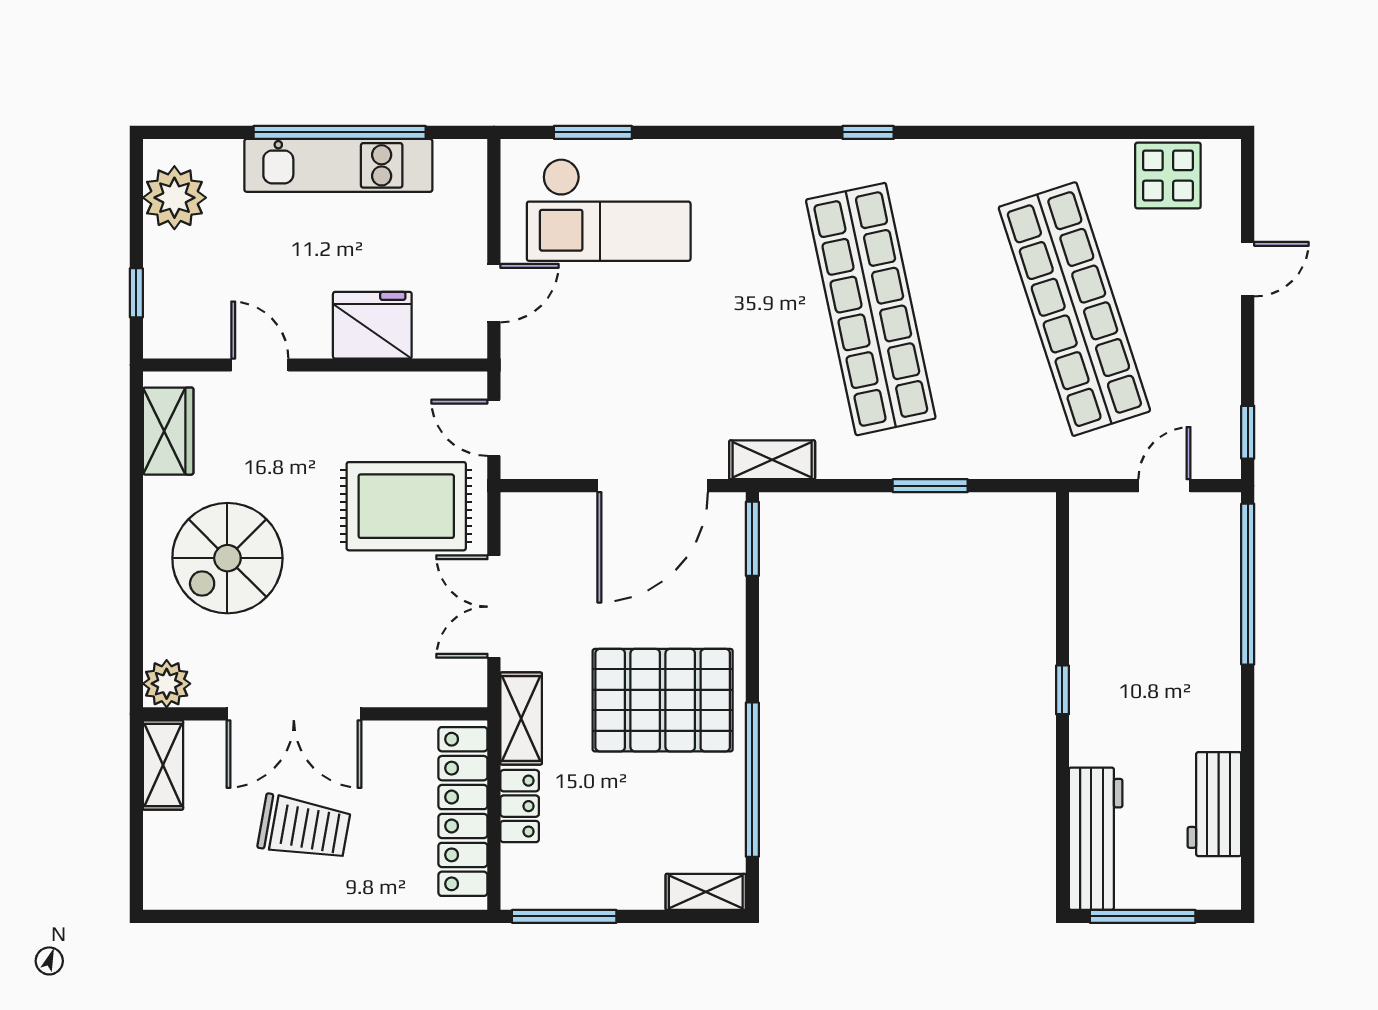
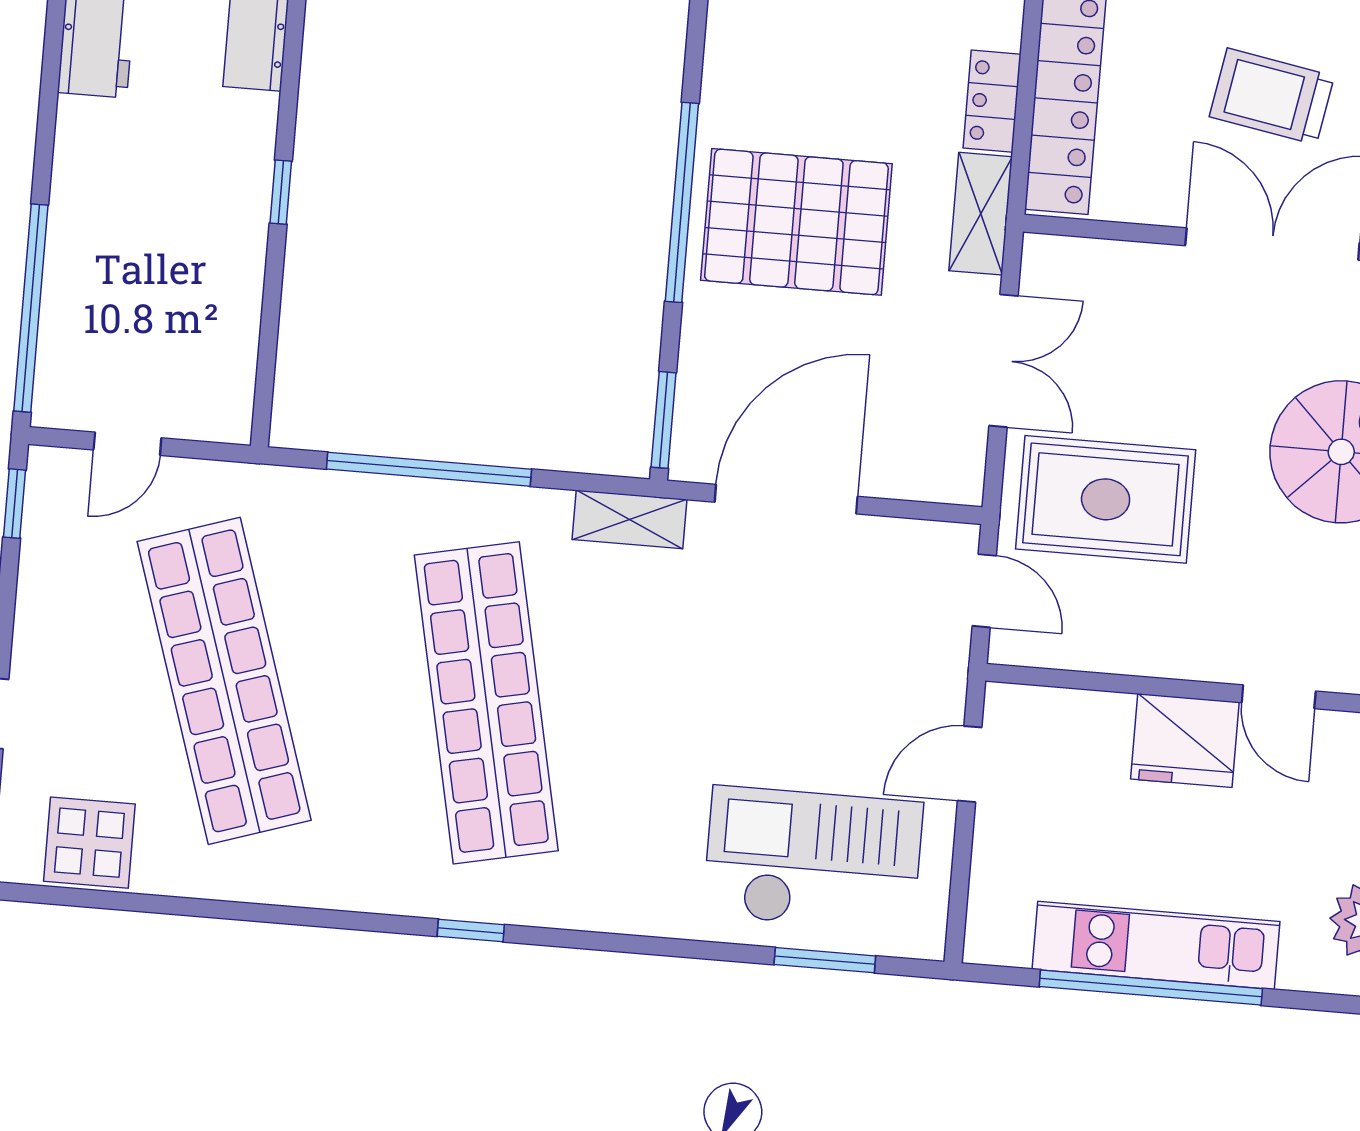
fridge: (372, 325) -> (1185, 741), moved
window: (930, 486) -> (429, 469), width x2.11
window: (752, 780) -> (682, 202), moved

